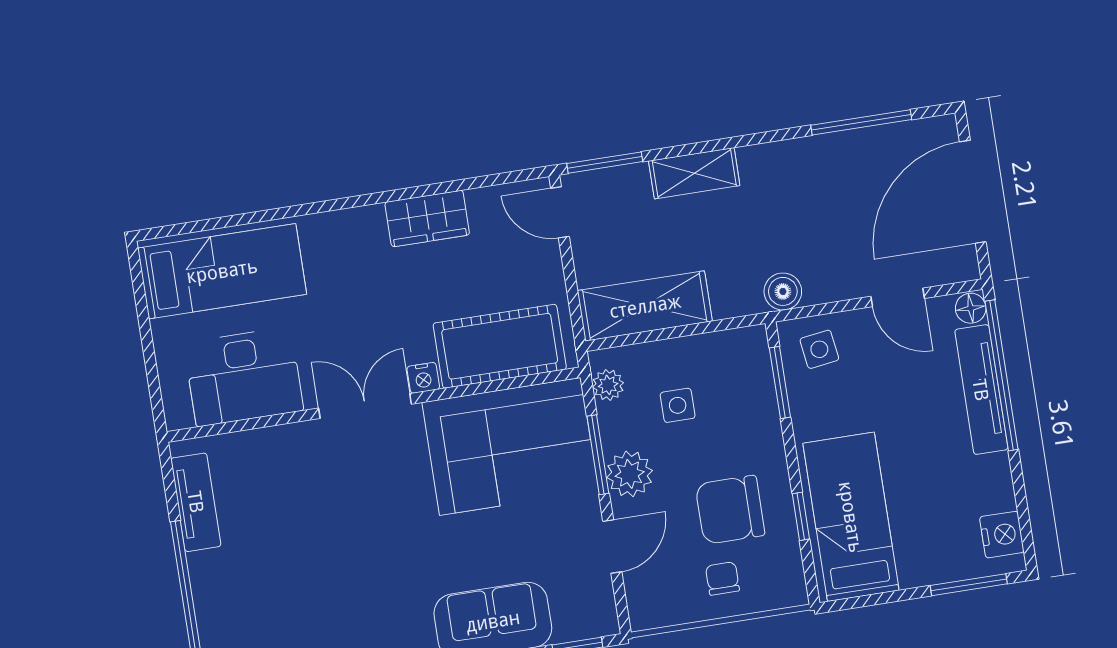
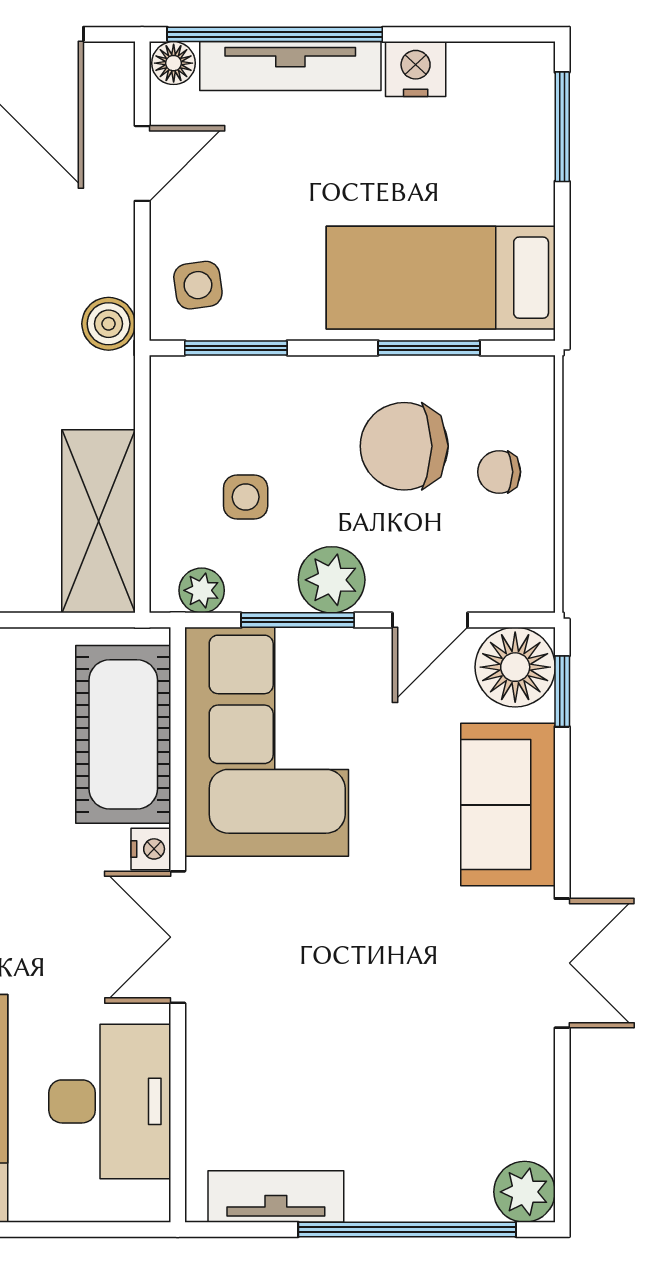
chair: (730, 510) -> (404, 446), turned 90
window: (801, 516) -> (429, 348), width x1.50
nightstand: (1002, 535) -> (416, 69), moved
door: (612, 547) -> (430, 620), swing flipped
floor lamp: (589, 611) -> (515, 667), added

